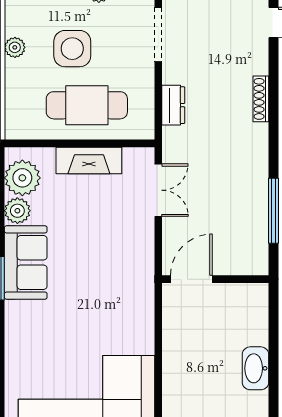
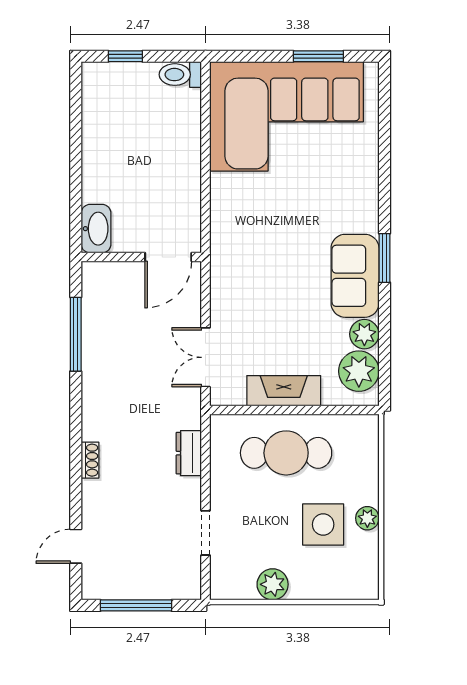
doorway: (158, 34) -> (206, 533), width x0.73
side table: (72, 49) -> (323, 524), moved
shoe rack: (261, 99) -> (90, 460), width x0.70
washbasin: (255, 368) -> (96, 229), moved

